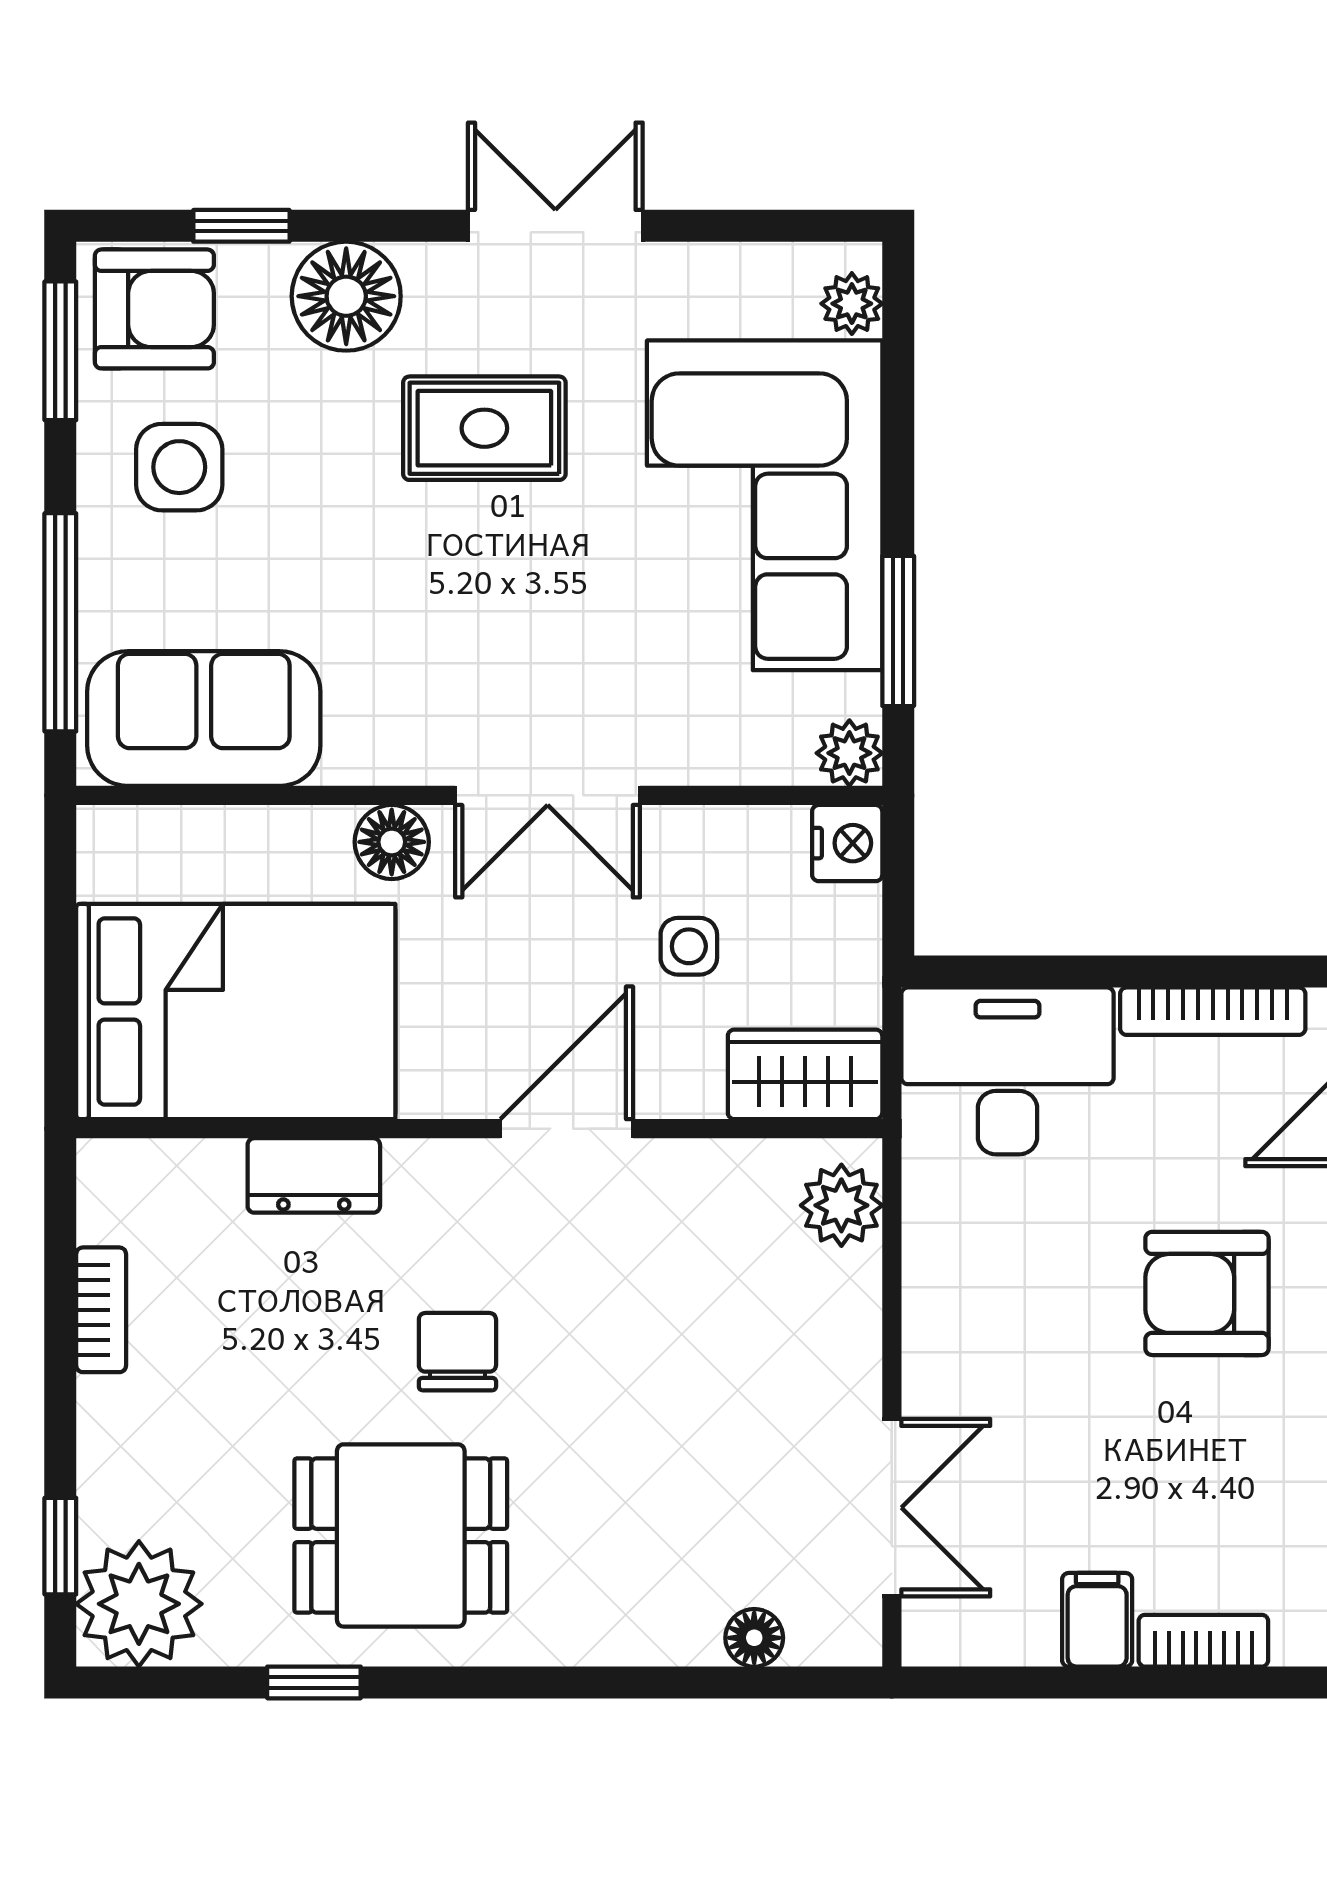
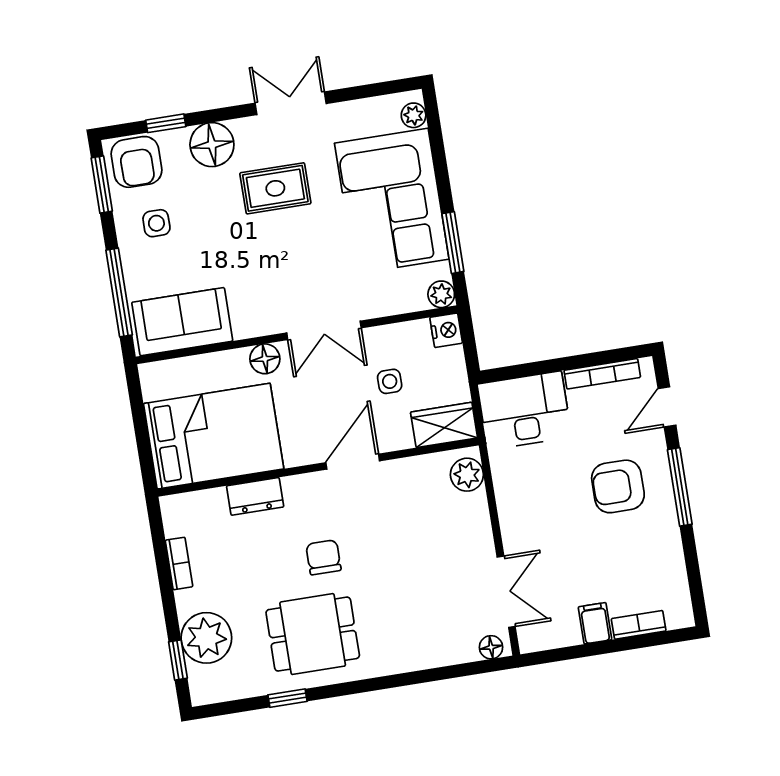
armchair: (154, 309) -> (136, 162), turned 90
side table: (179, 467) -> (156, 223), width x0.73, depth x0.73
plant: (139, 1604) -> (206, 638), moved
floor lamp: (754, 1638) -> (491, 647), moved

